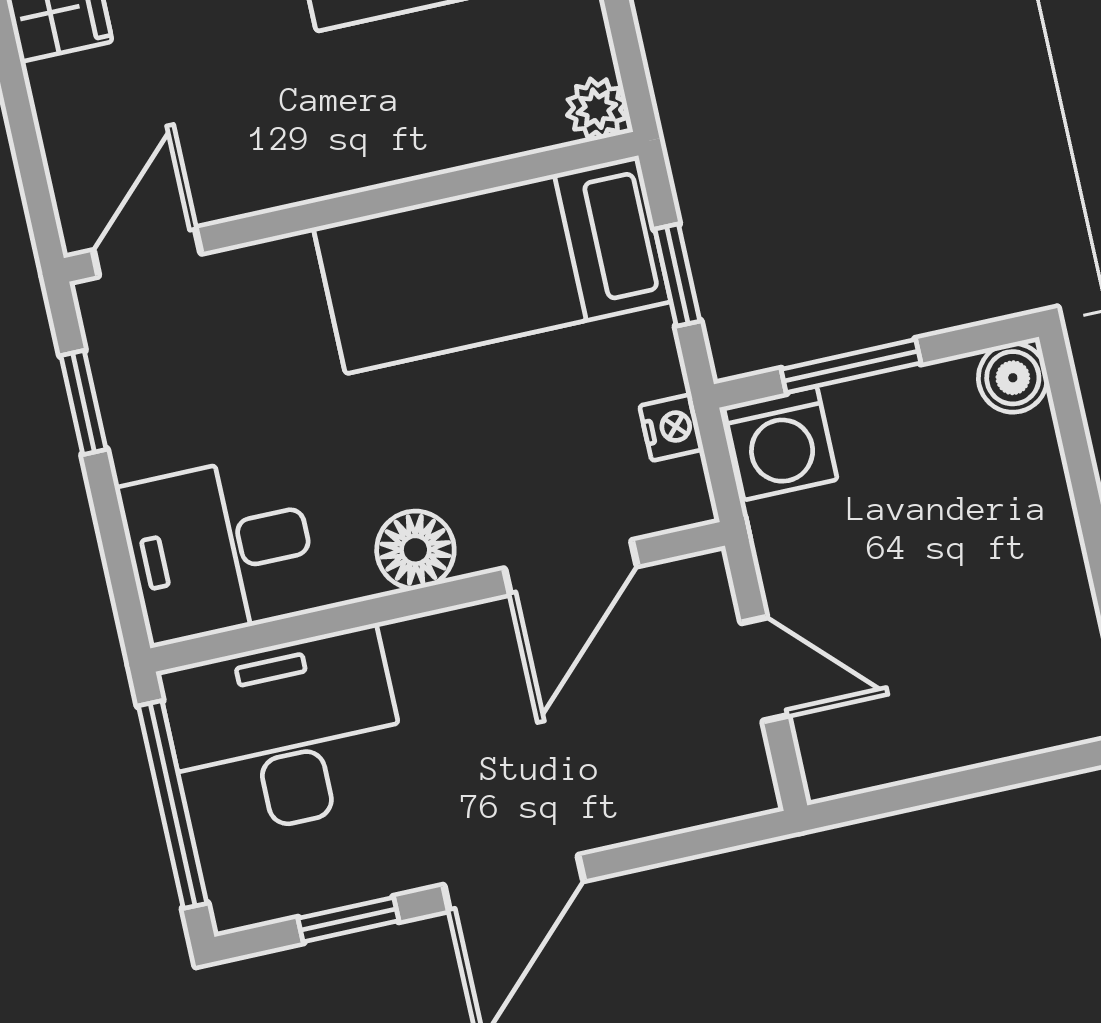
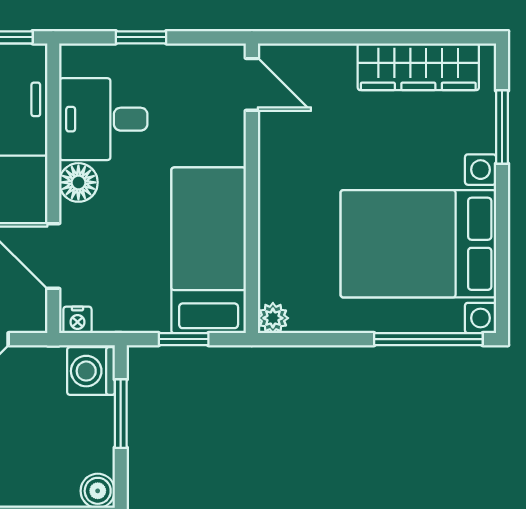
window: (83, 402) -> (141, 37), moved
nightstand: (672, 427) -> (77, 320), moved
desk: (219, 549) -> (103, 119), moved, turned -90

